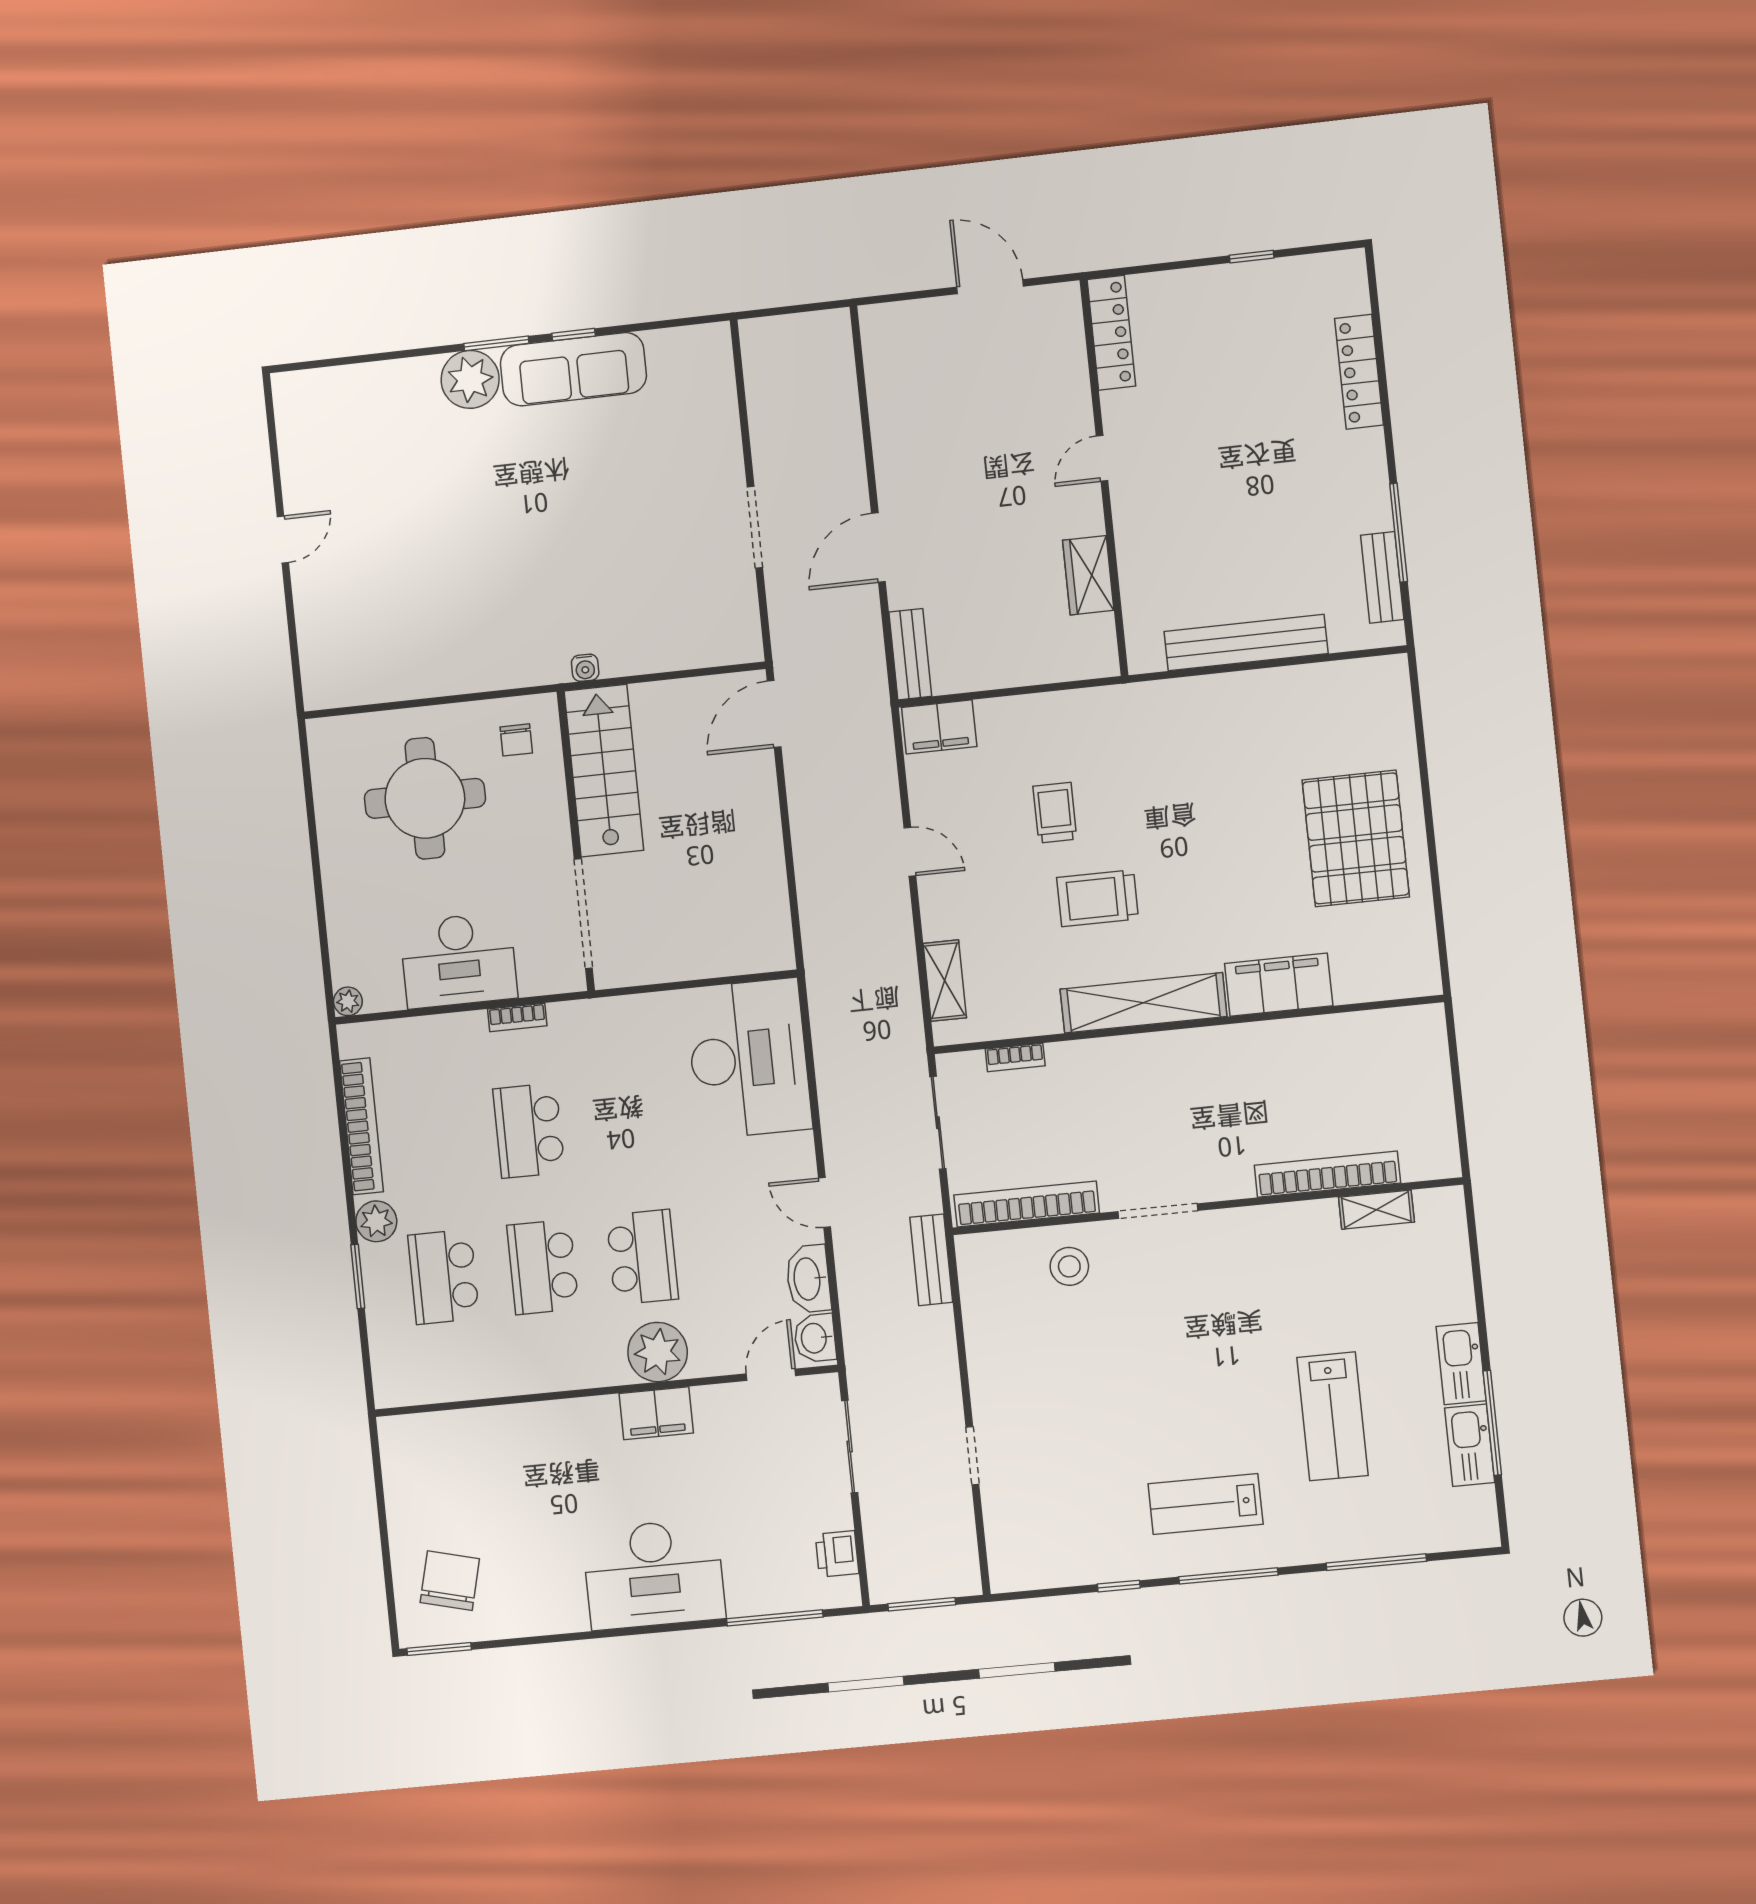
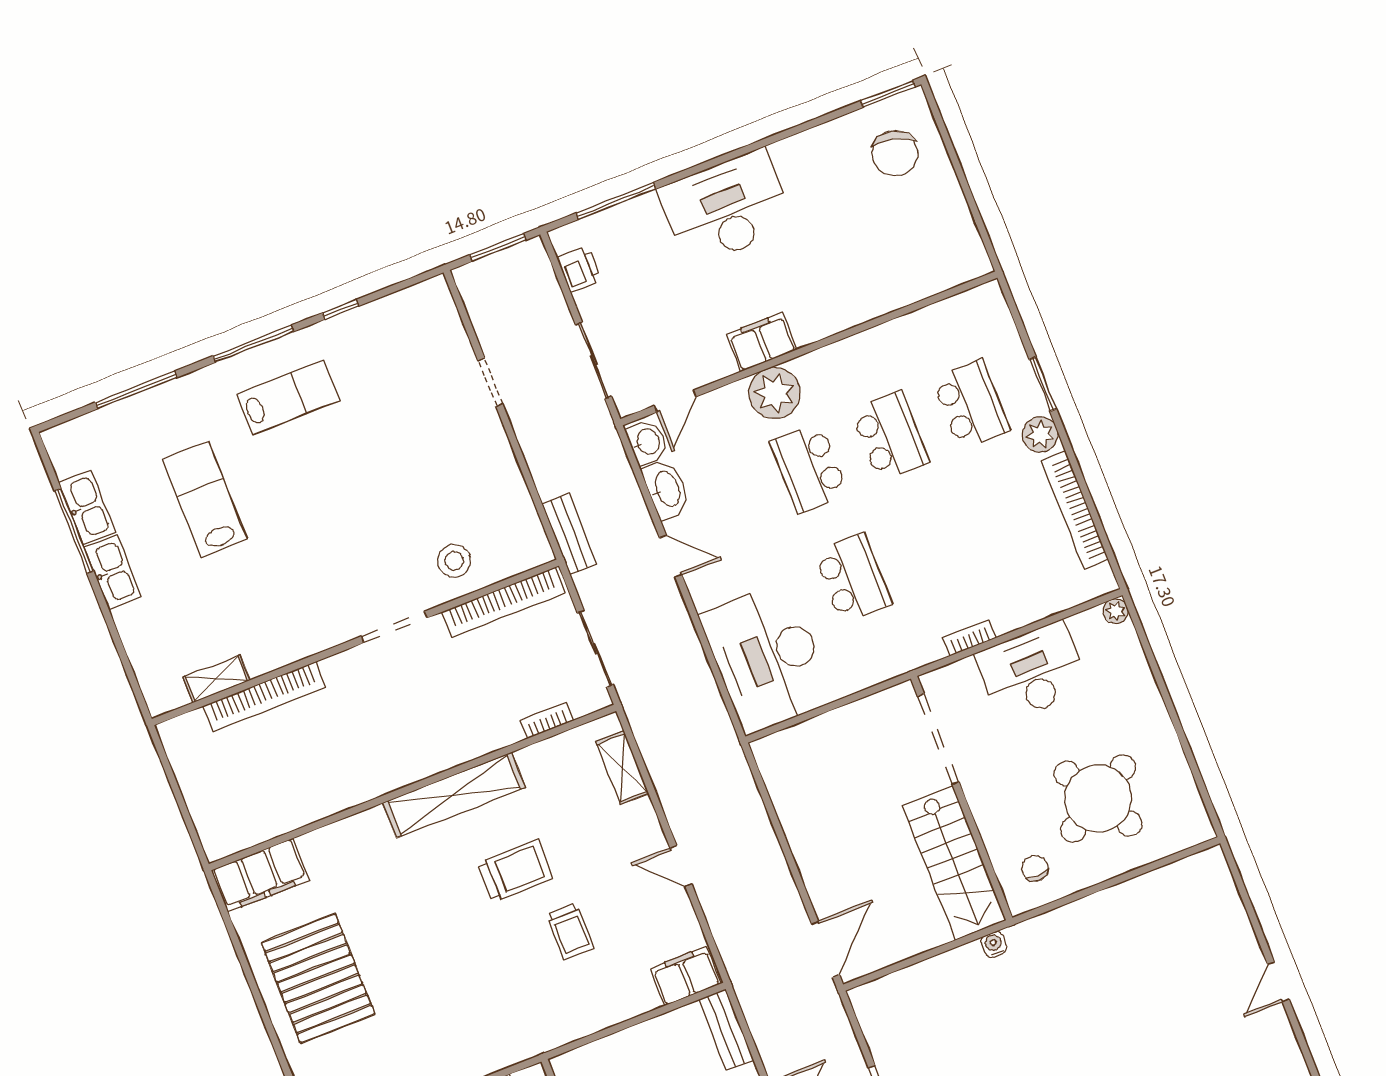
round table: (425, 798) -> (1098, 799), turned -30
filing cabinet: (1279, 985) -> (260, 875), moved
school desk: (529, 1131) -> (853, 578), moved

